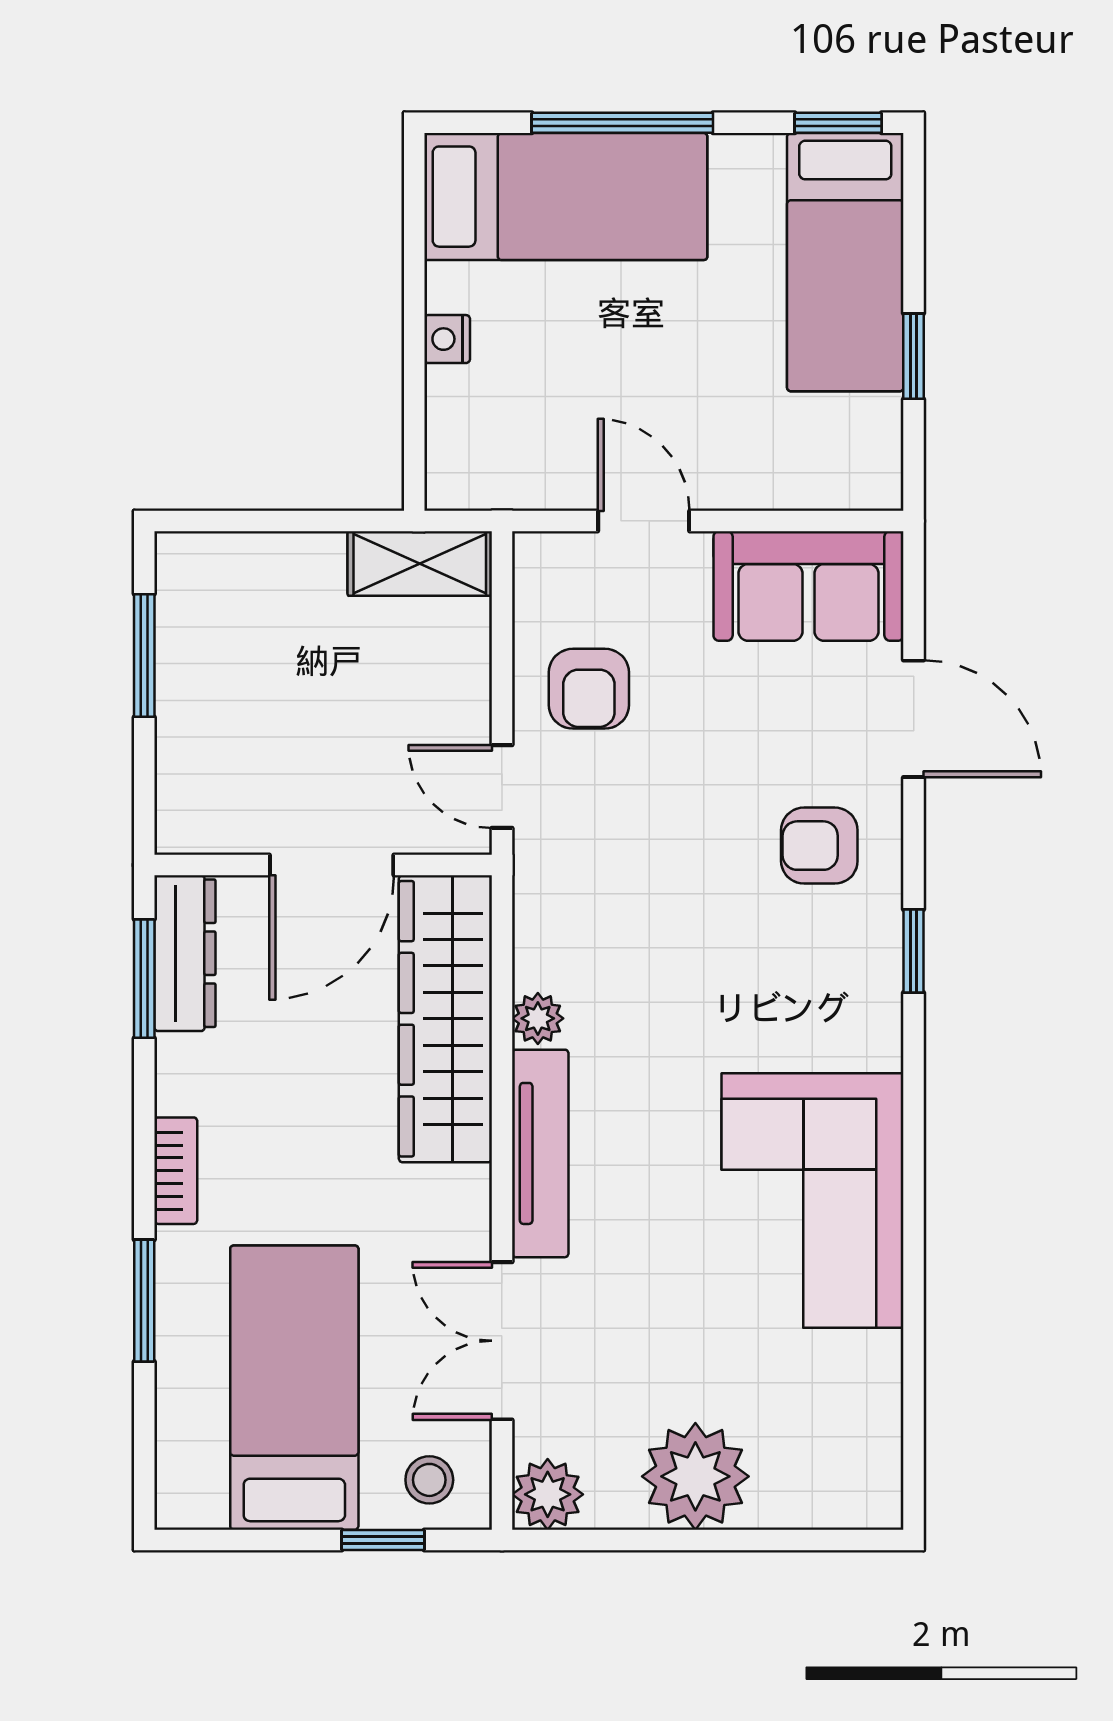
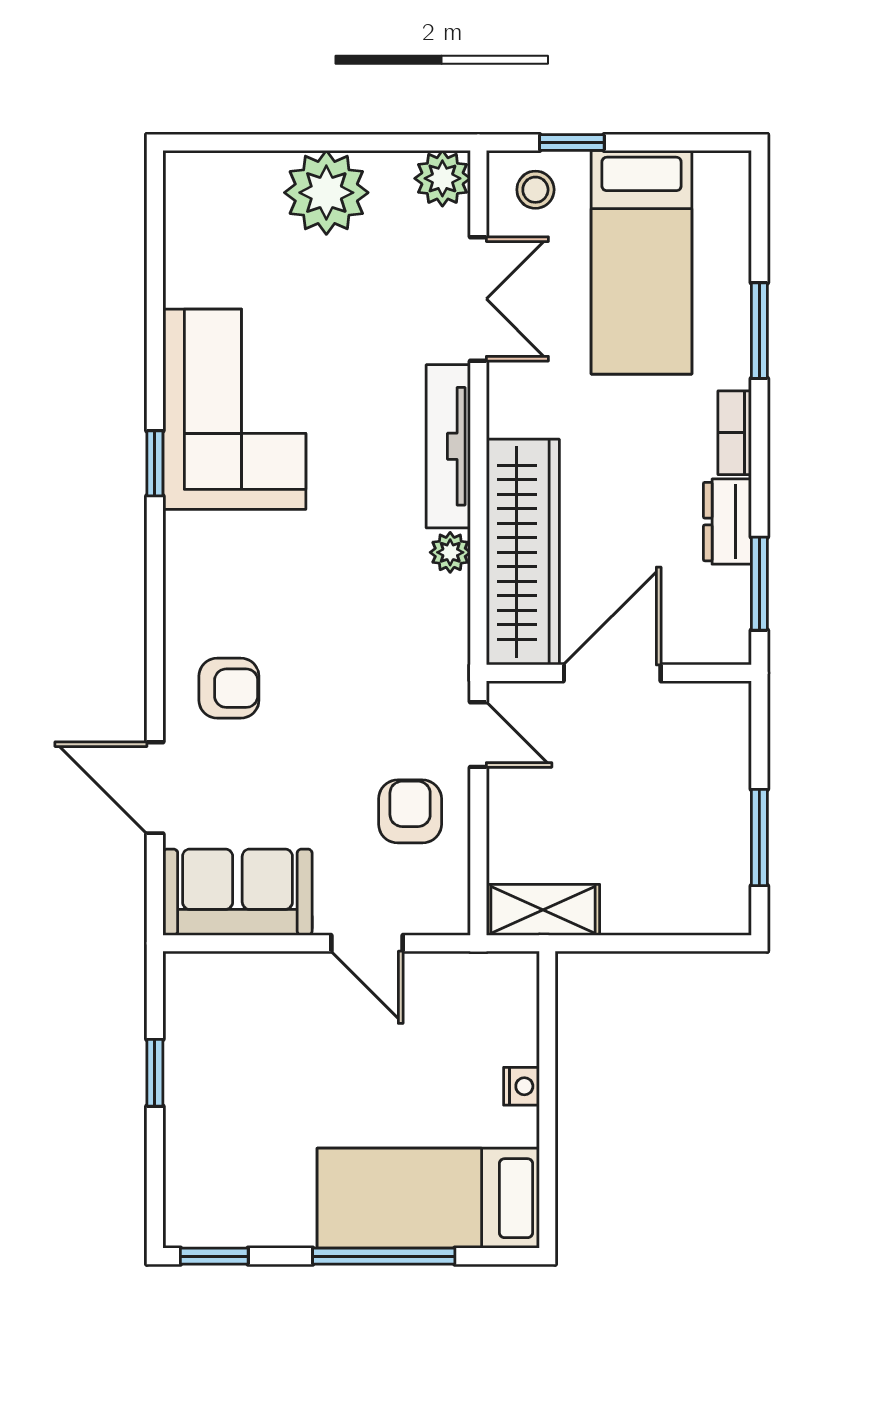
bed: (845, 262) -> (209, 1147), removed
window: (914, 951) -> (155, 463), moved
dresser: (185, 953) -> (727, 522), moved, width x0.70

